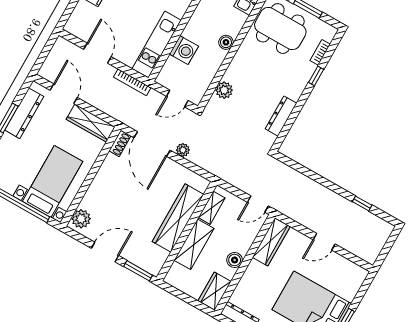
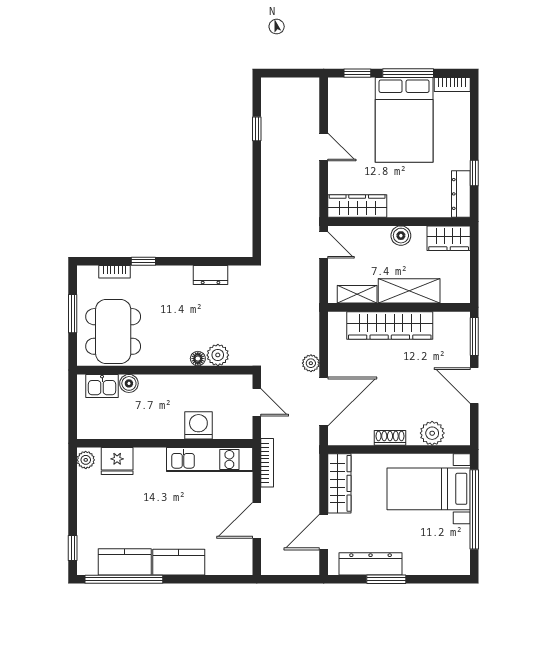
boiler: (226, 42) -> (129, 383), moved
floor lamp: (229, 75) -> (198, 359), added
dresser: (281, 116) -> (211, 275), width x0.70
shoe rack: (120, 143) -> (390, 438), moved
plant: (81, 219) -> (432, 433), moved
window: (361, 293) -> (357, 73), added

